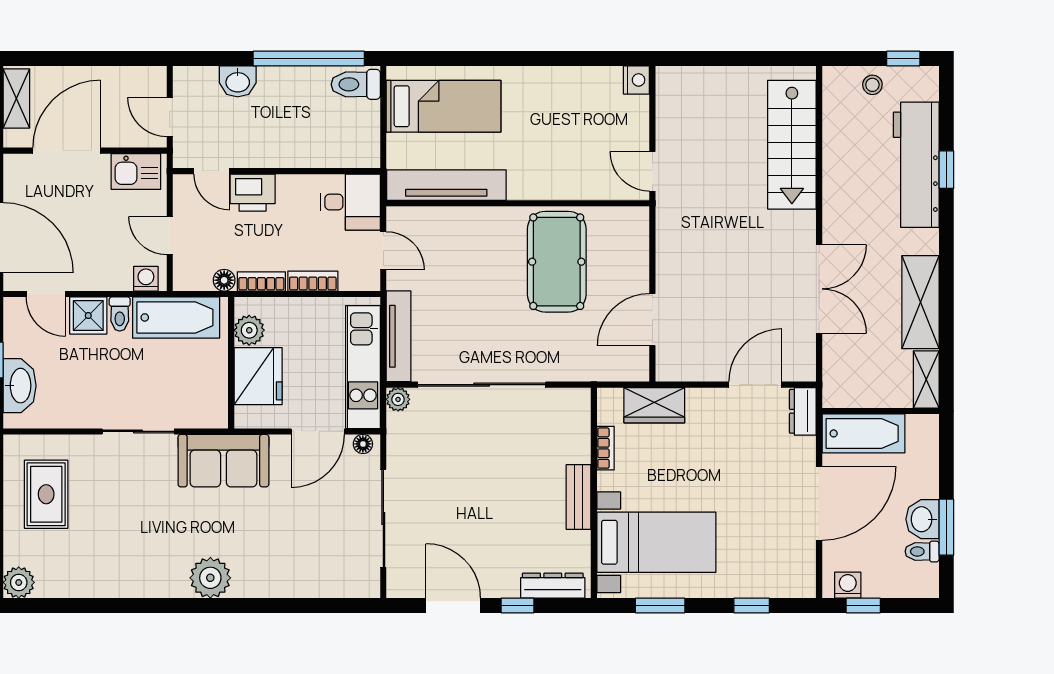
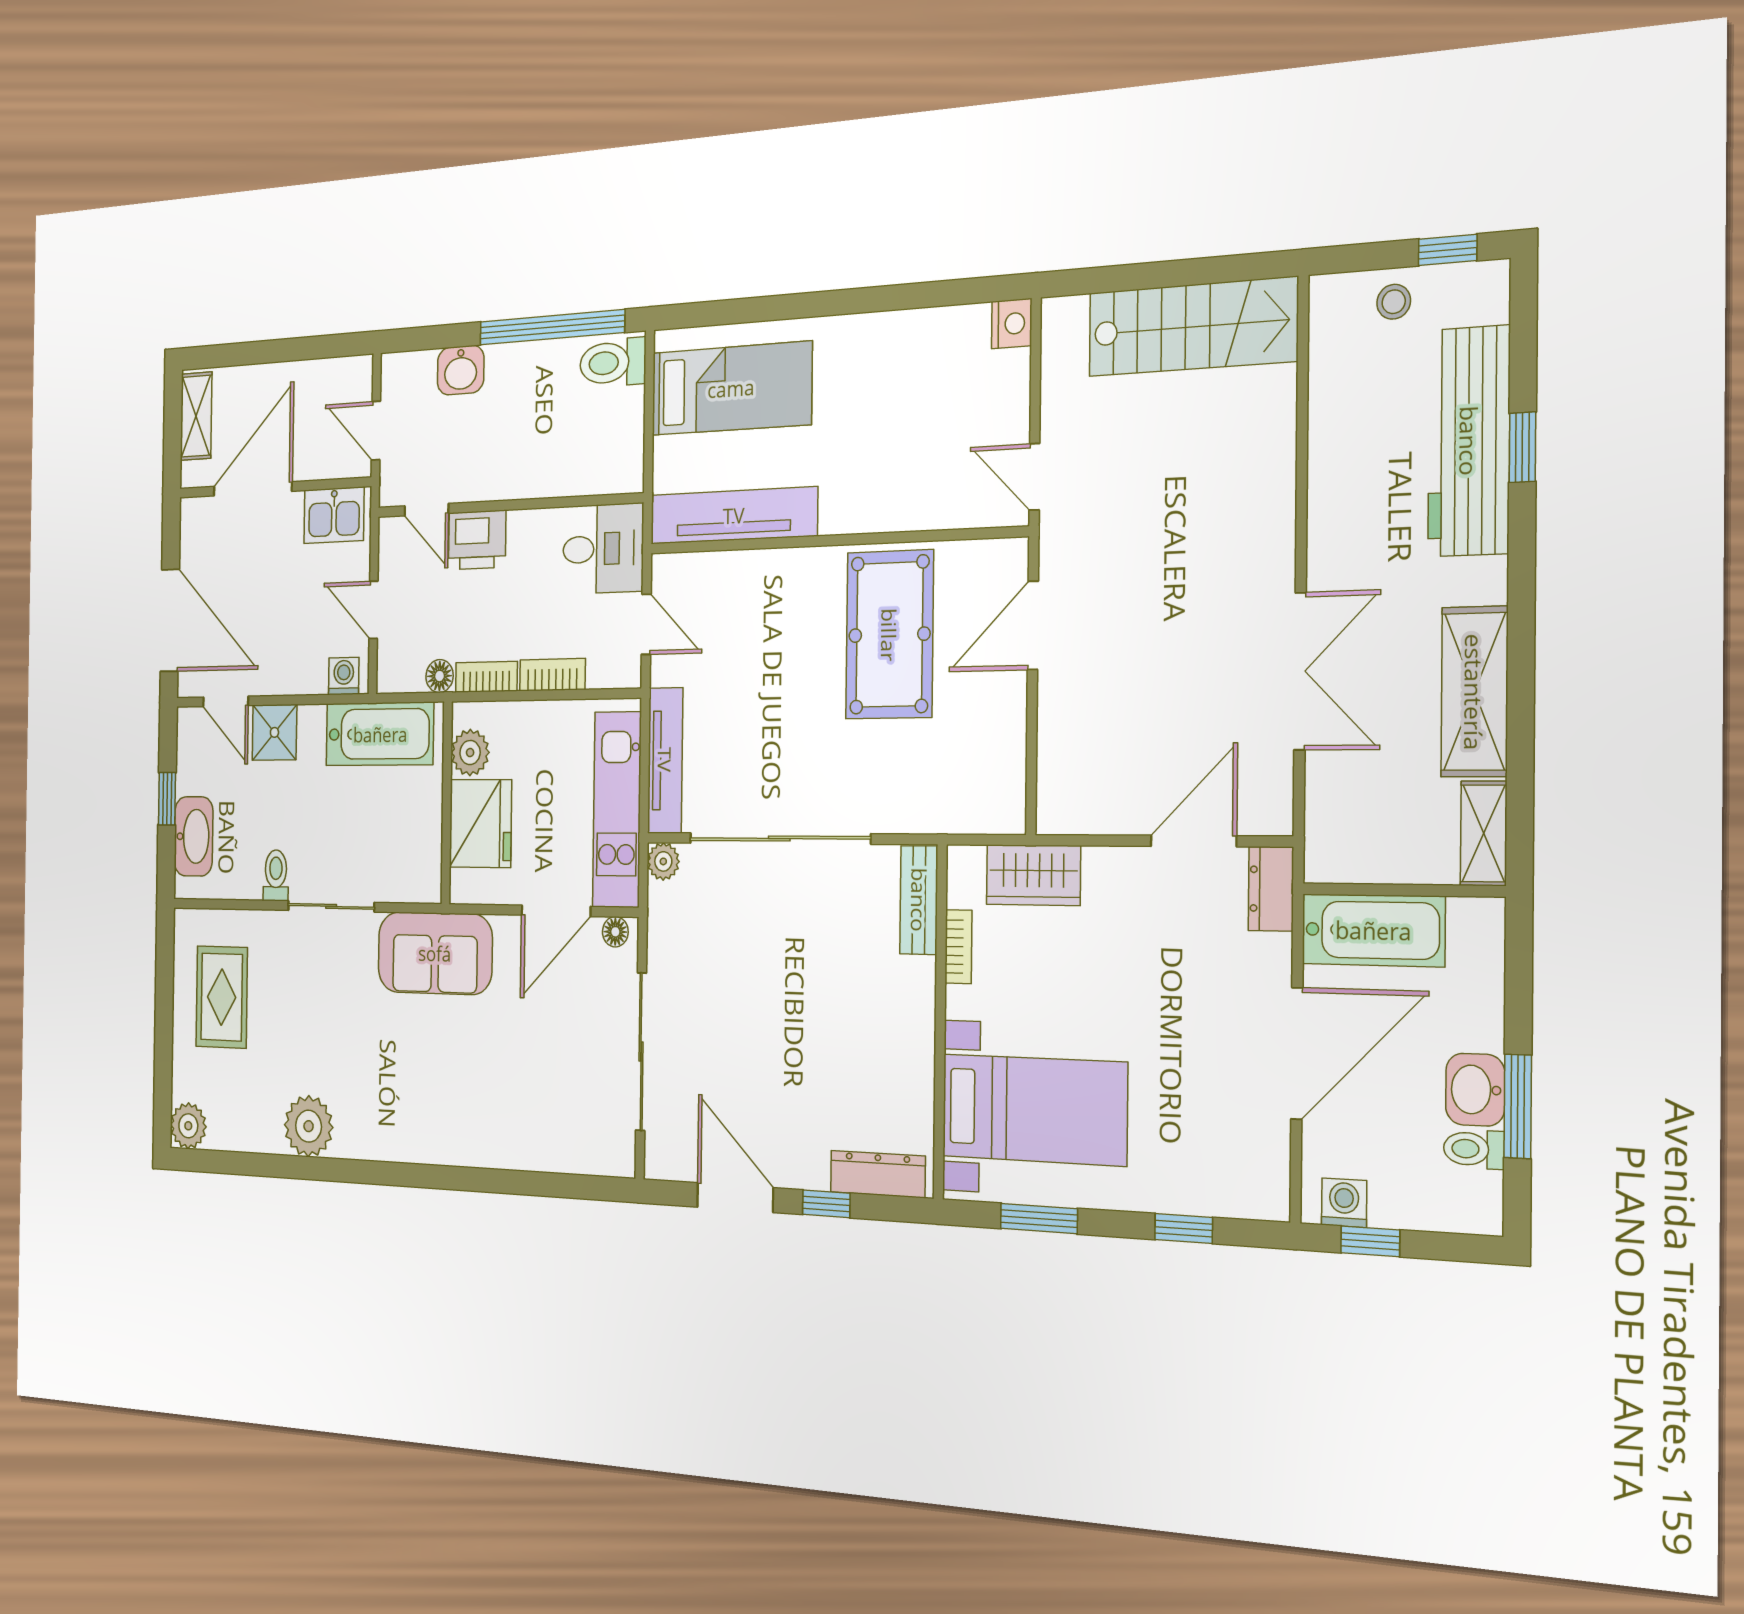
stairs: (792, 145) -> (1192, 327), moved, turned -90
toilet: (120, 314) -> (276, 875), moved, turned 180
door: (652, 320) -> (1033, 625), moved
bench: (579, 497) -> (919, 900), moved
plant: (210, 578) -> (309, 1126), moved

